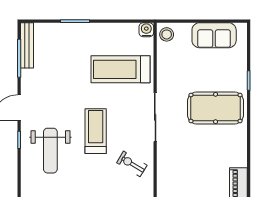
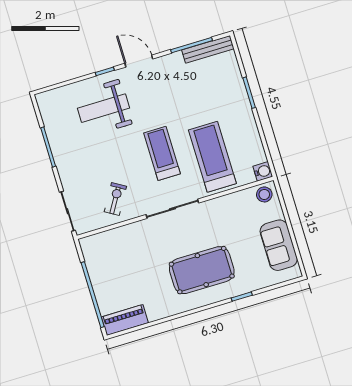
pool table: (216, 108) -> (202, 270), turned 90
treadmill: (96, 131) -> (162, 153), moved, turned -90

